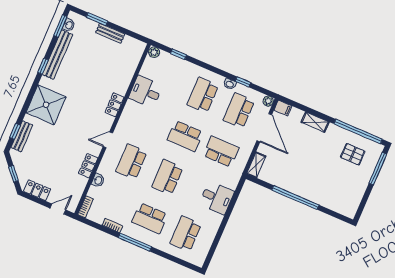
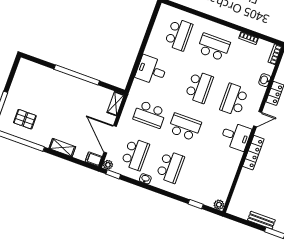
window: (243, 82) -> (113, 174), moved
desk: (146, 92) -> (236, 136), moved
locker: (115, 105) -> (253, 153), width x1.53
school desk: (131, 162) -> (234, 100), turned 180
window: (135, 242) -> (226, 24), removed

